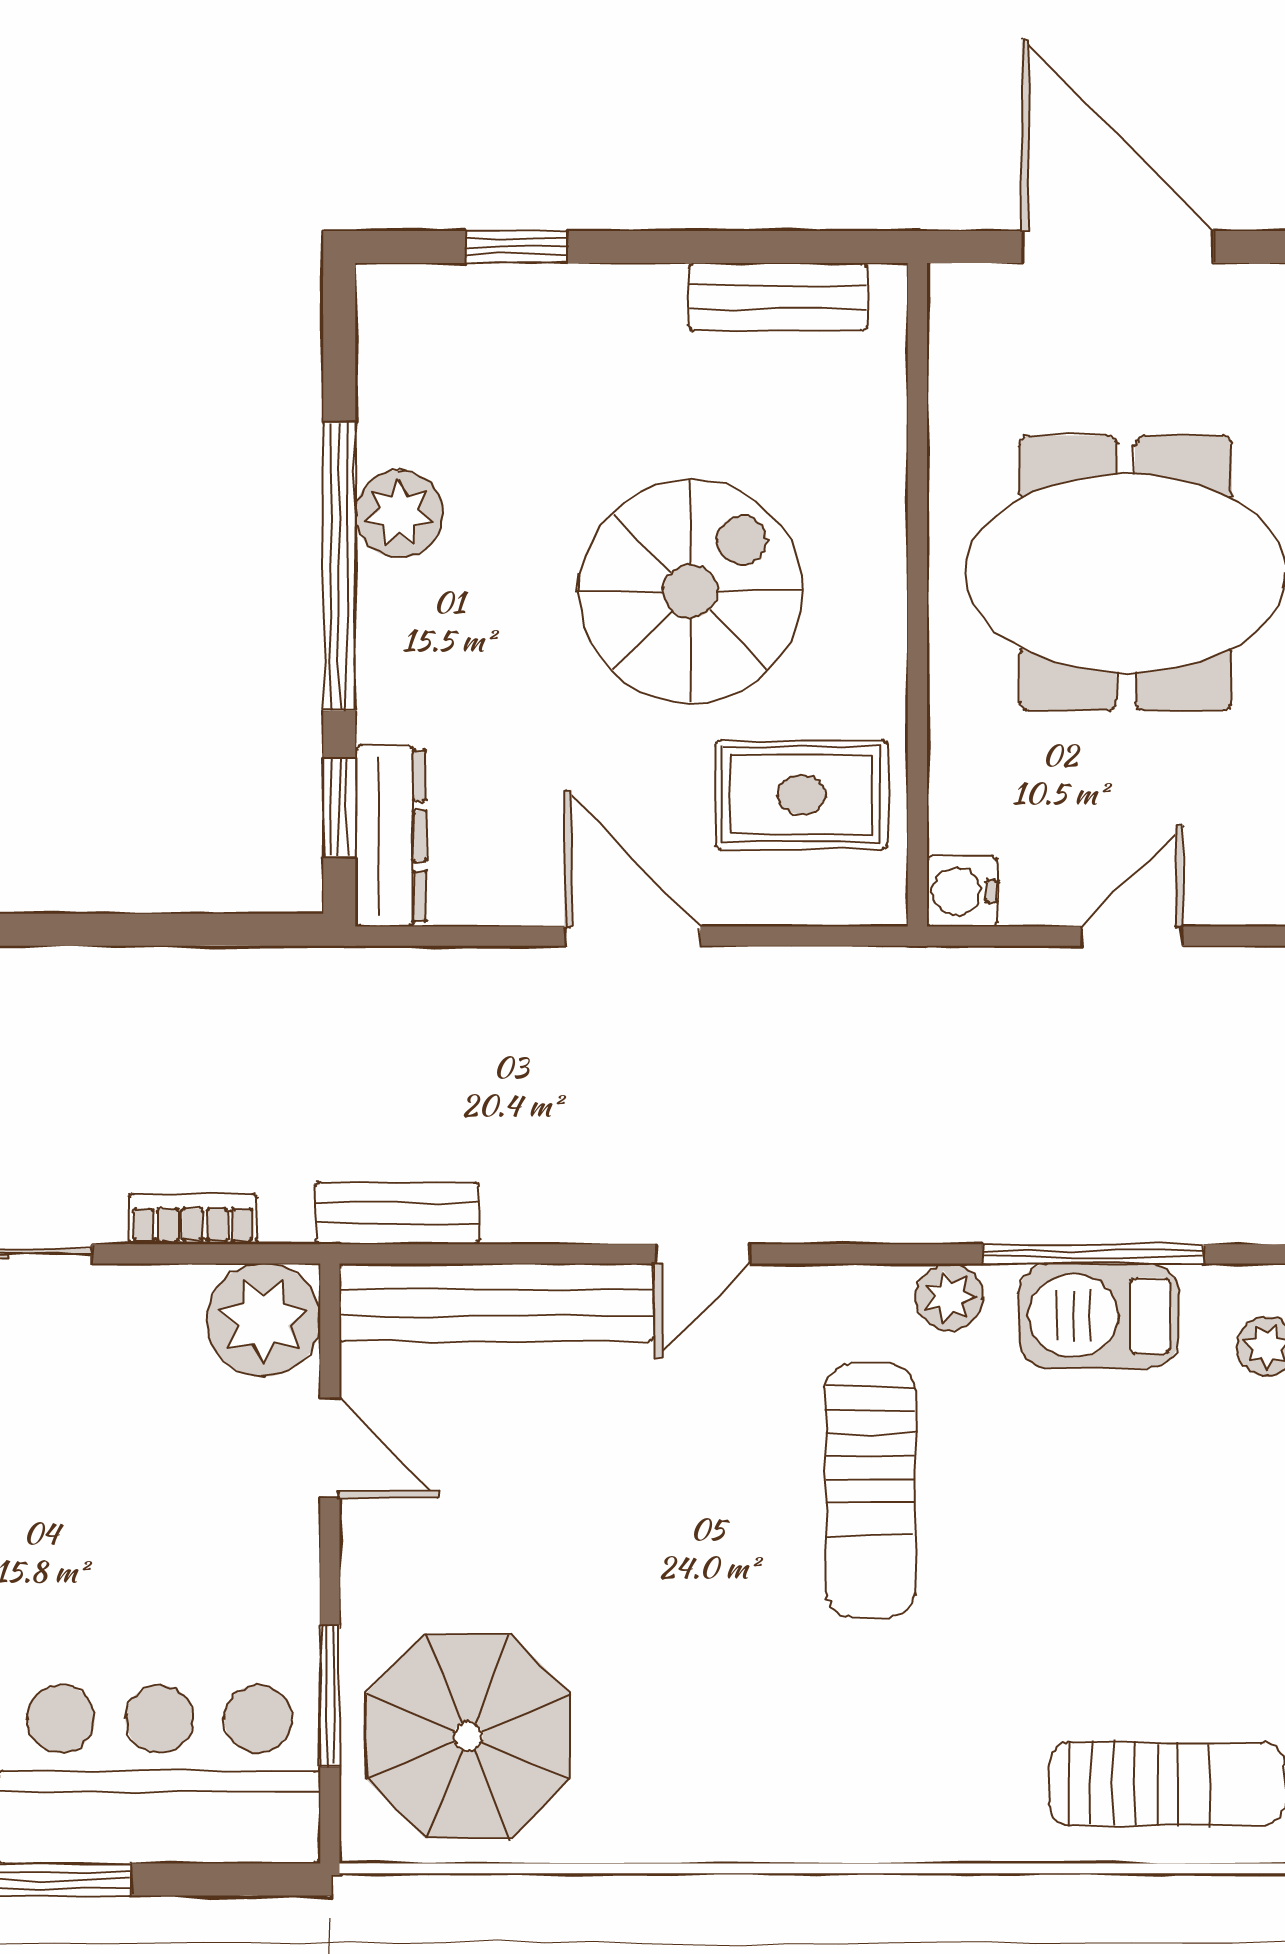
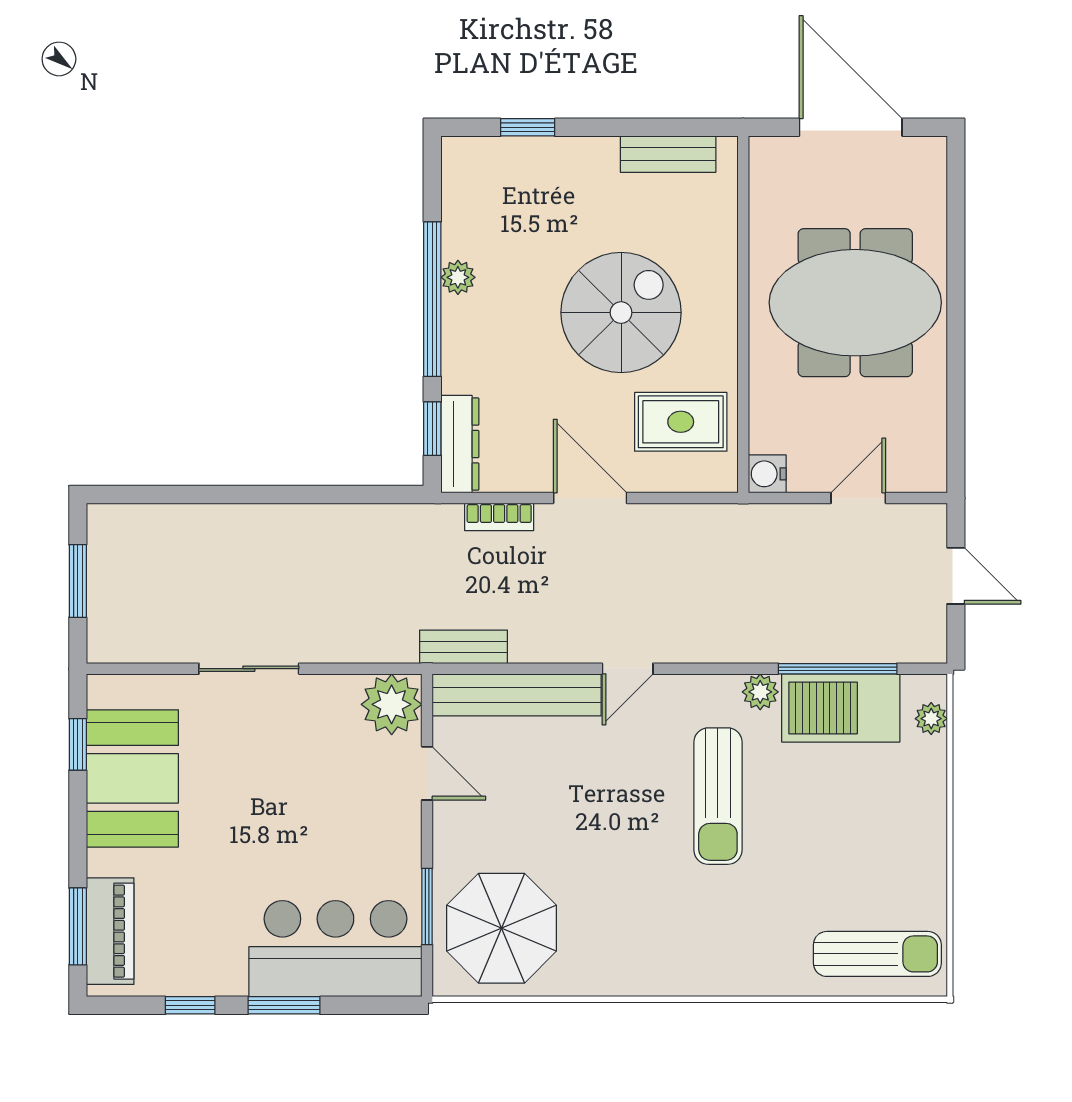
plant: (399, 514) -> (458, 277), width x0.73, depth x0.73
bookcase: (193, 1219) -> (499, 517), moved, turned 180
barbecue: (1099, 1316) -> (841, 708), width x1.37, depth x1.21

